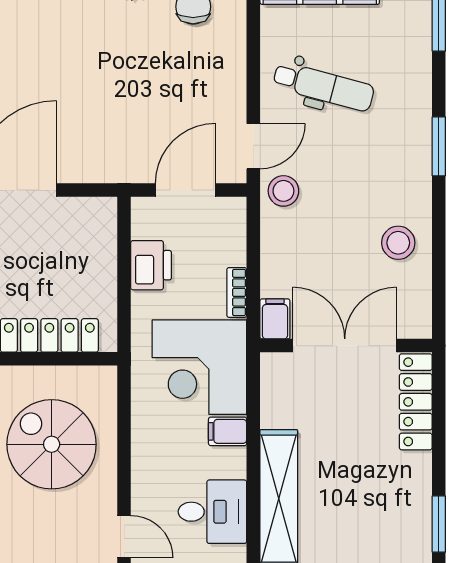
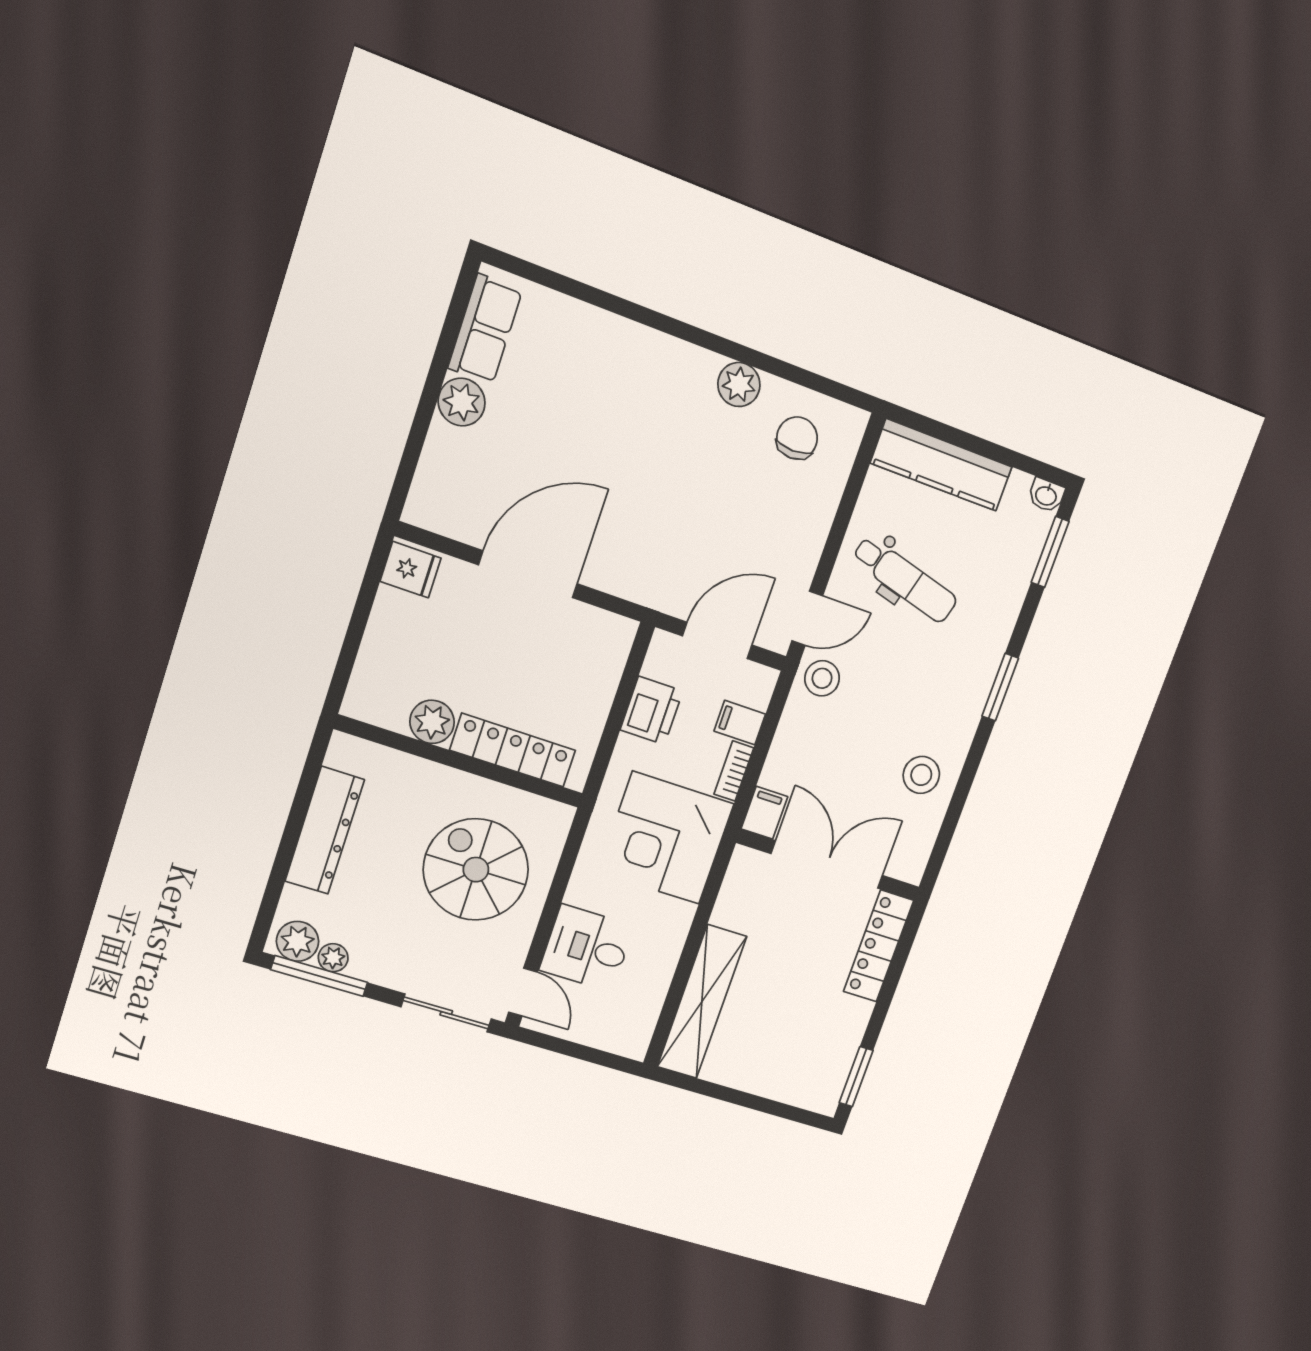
filing cabinet: (228, 431) -> (740, 723), moved
desk: (212, 512) -> (587, 948), moved, turned 180

